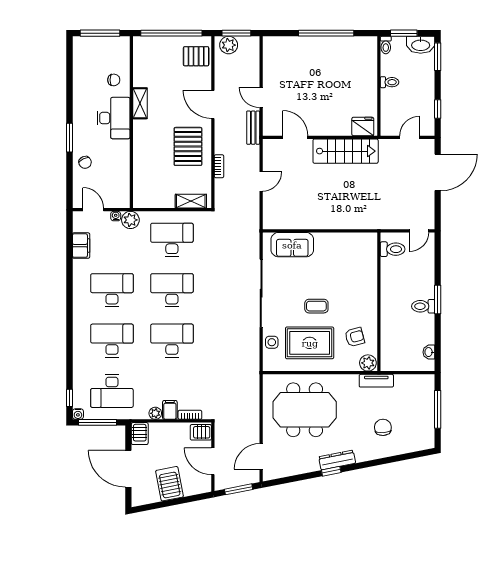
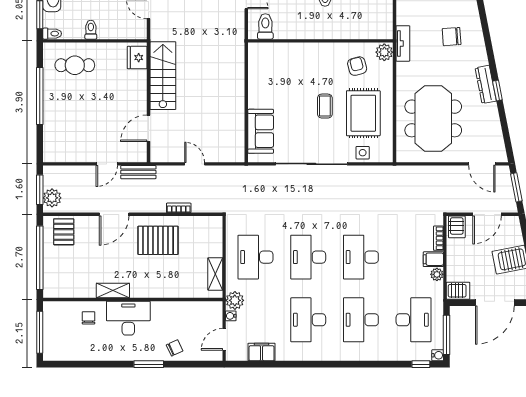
cafe table: (355, 67) -> (75, 65), added
shelving: (191, 201) -> (215, 274), moved

